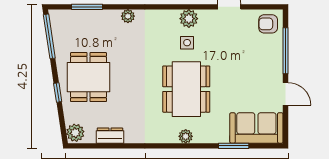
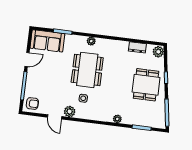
plant: (189, 19) -> (70, 111), moved
door: (285, 94) -> (27, 59), swing flipped

